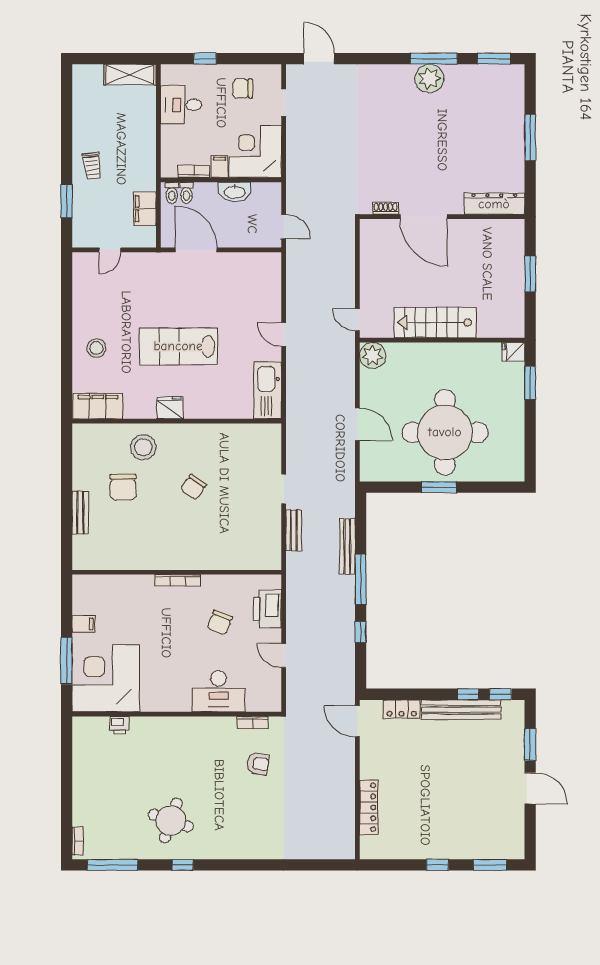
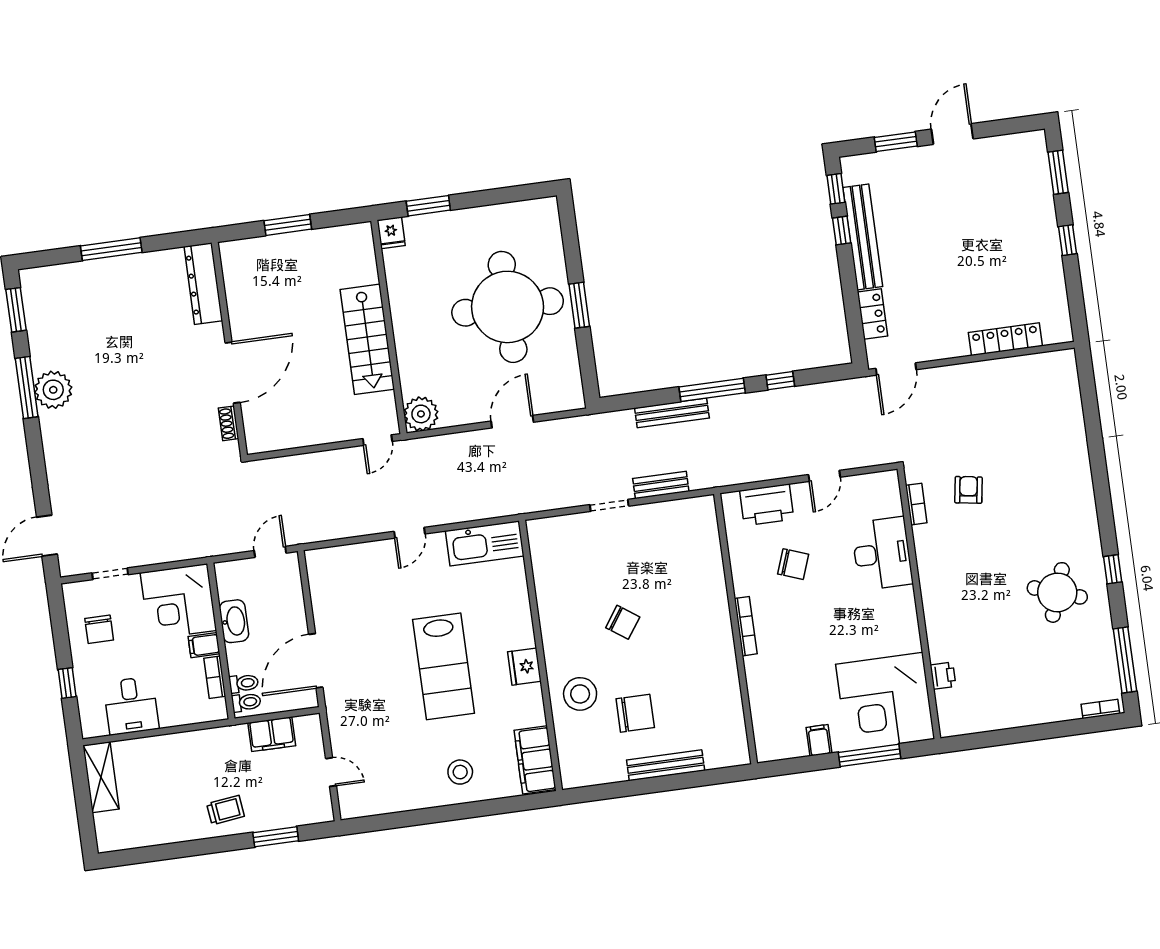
bench: (80, 513) -> (666, 765), width x1.36

